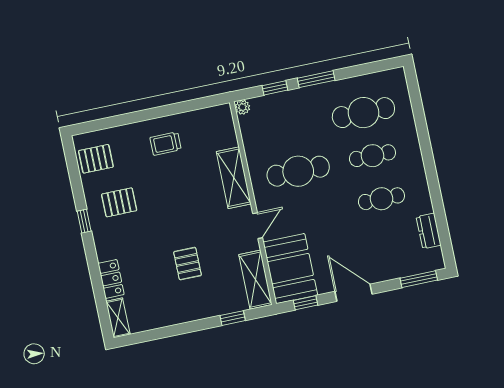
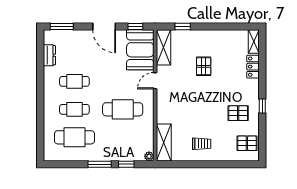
shelving: (234, 178) -> (164, 143), moved

